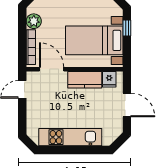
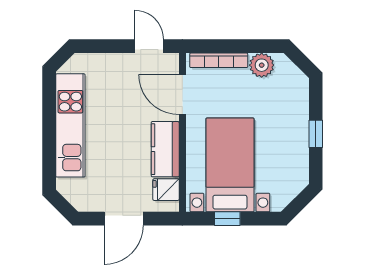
window: (127, 28) -> (227, 219), moved
door: (52, 69) -> (182, 95), swing flipped

